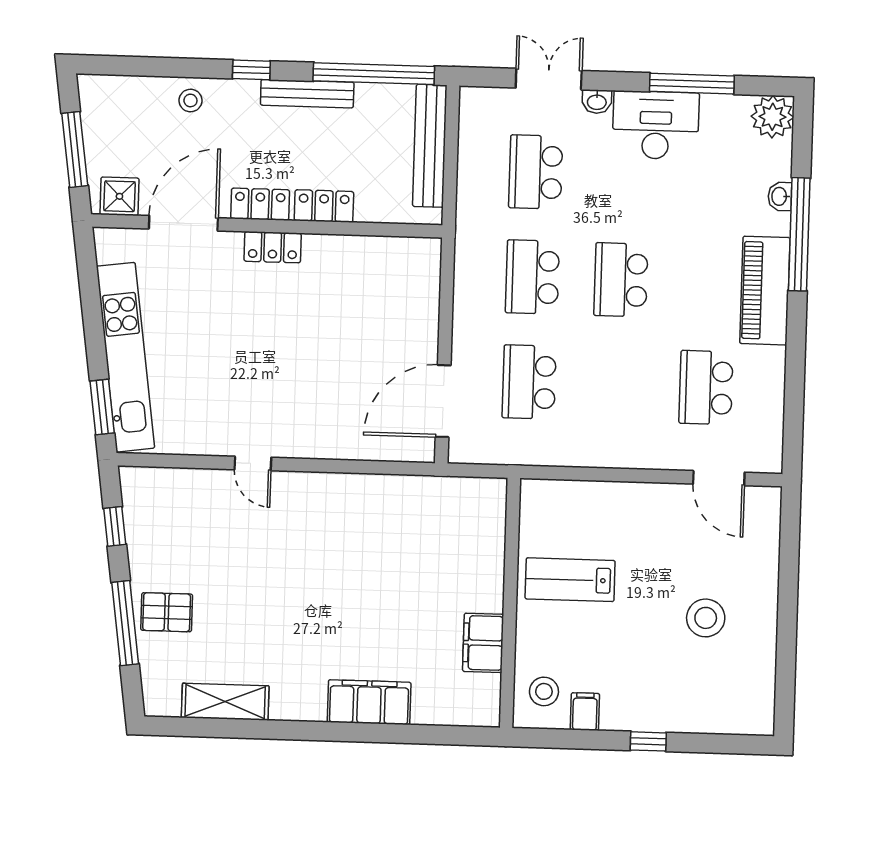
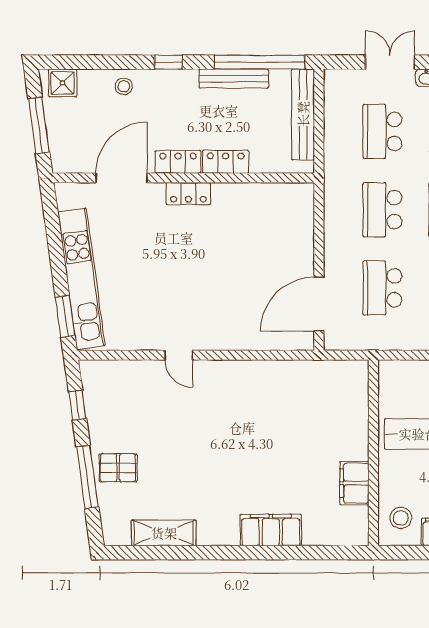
bench: (307, 94) -> (234, 79), moved
shower: (119, 196) -> (63, 83), moved

